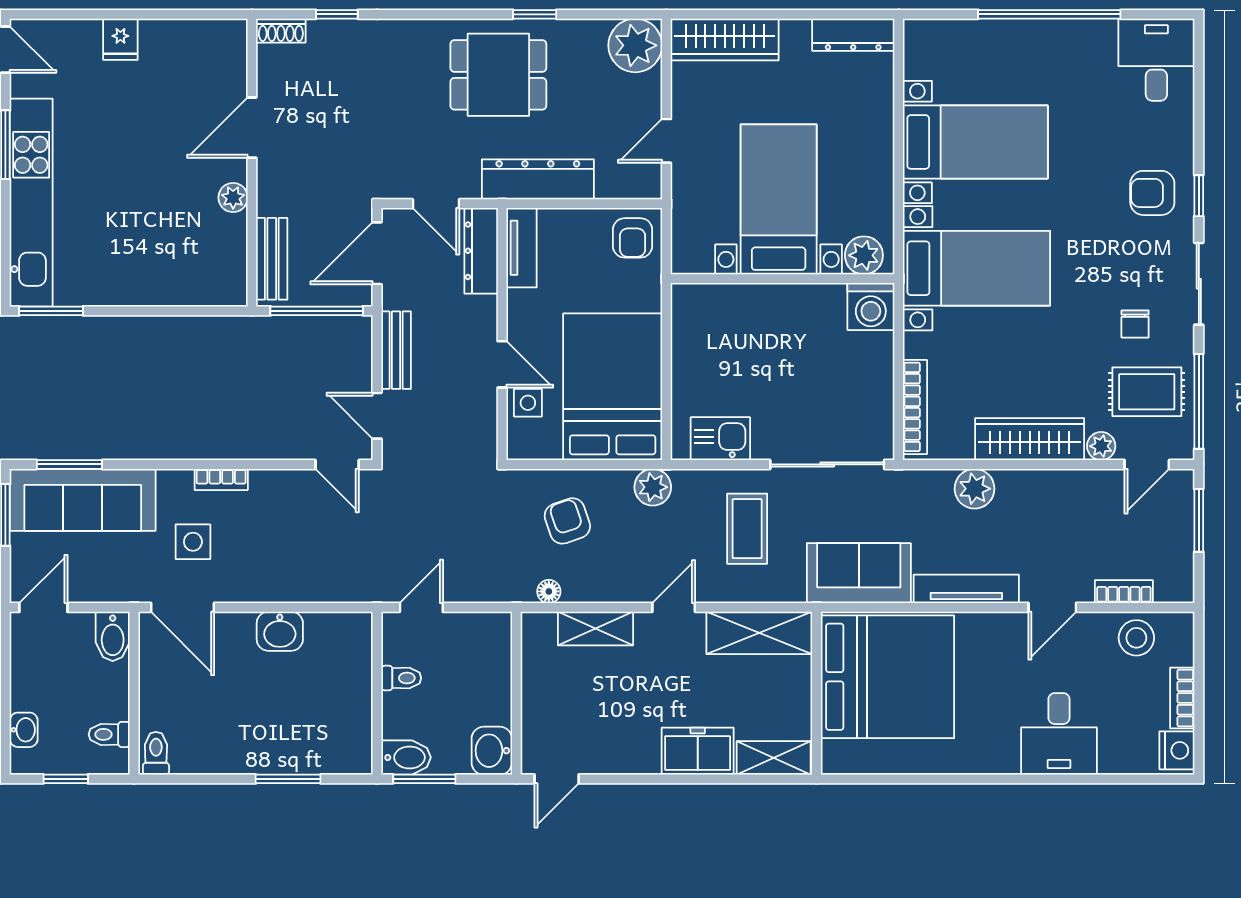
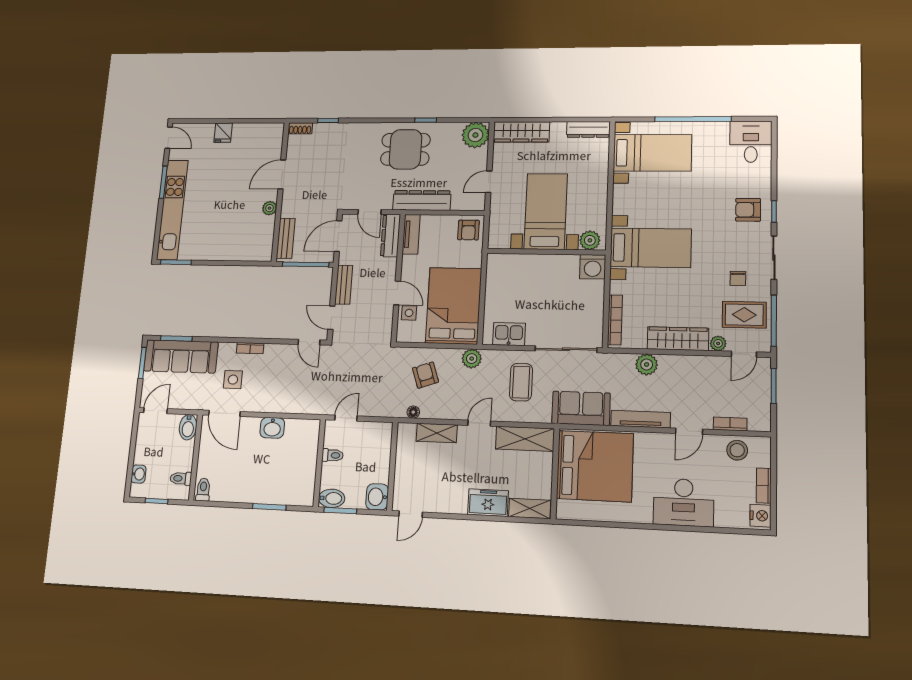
bed with nightstands: (975, 142) -> (652, 153), moved
desk: (1059, 734) -> (684, 502), width x1.37

